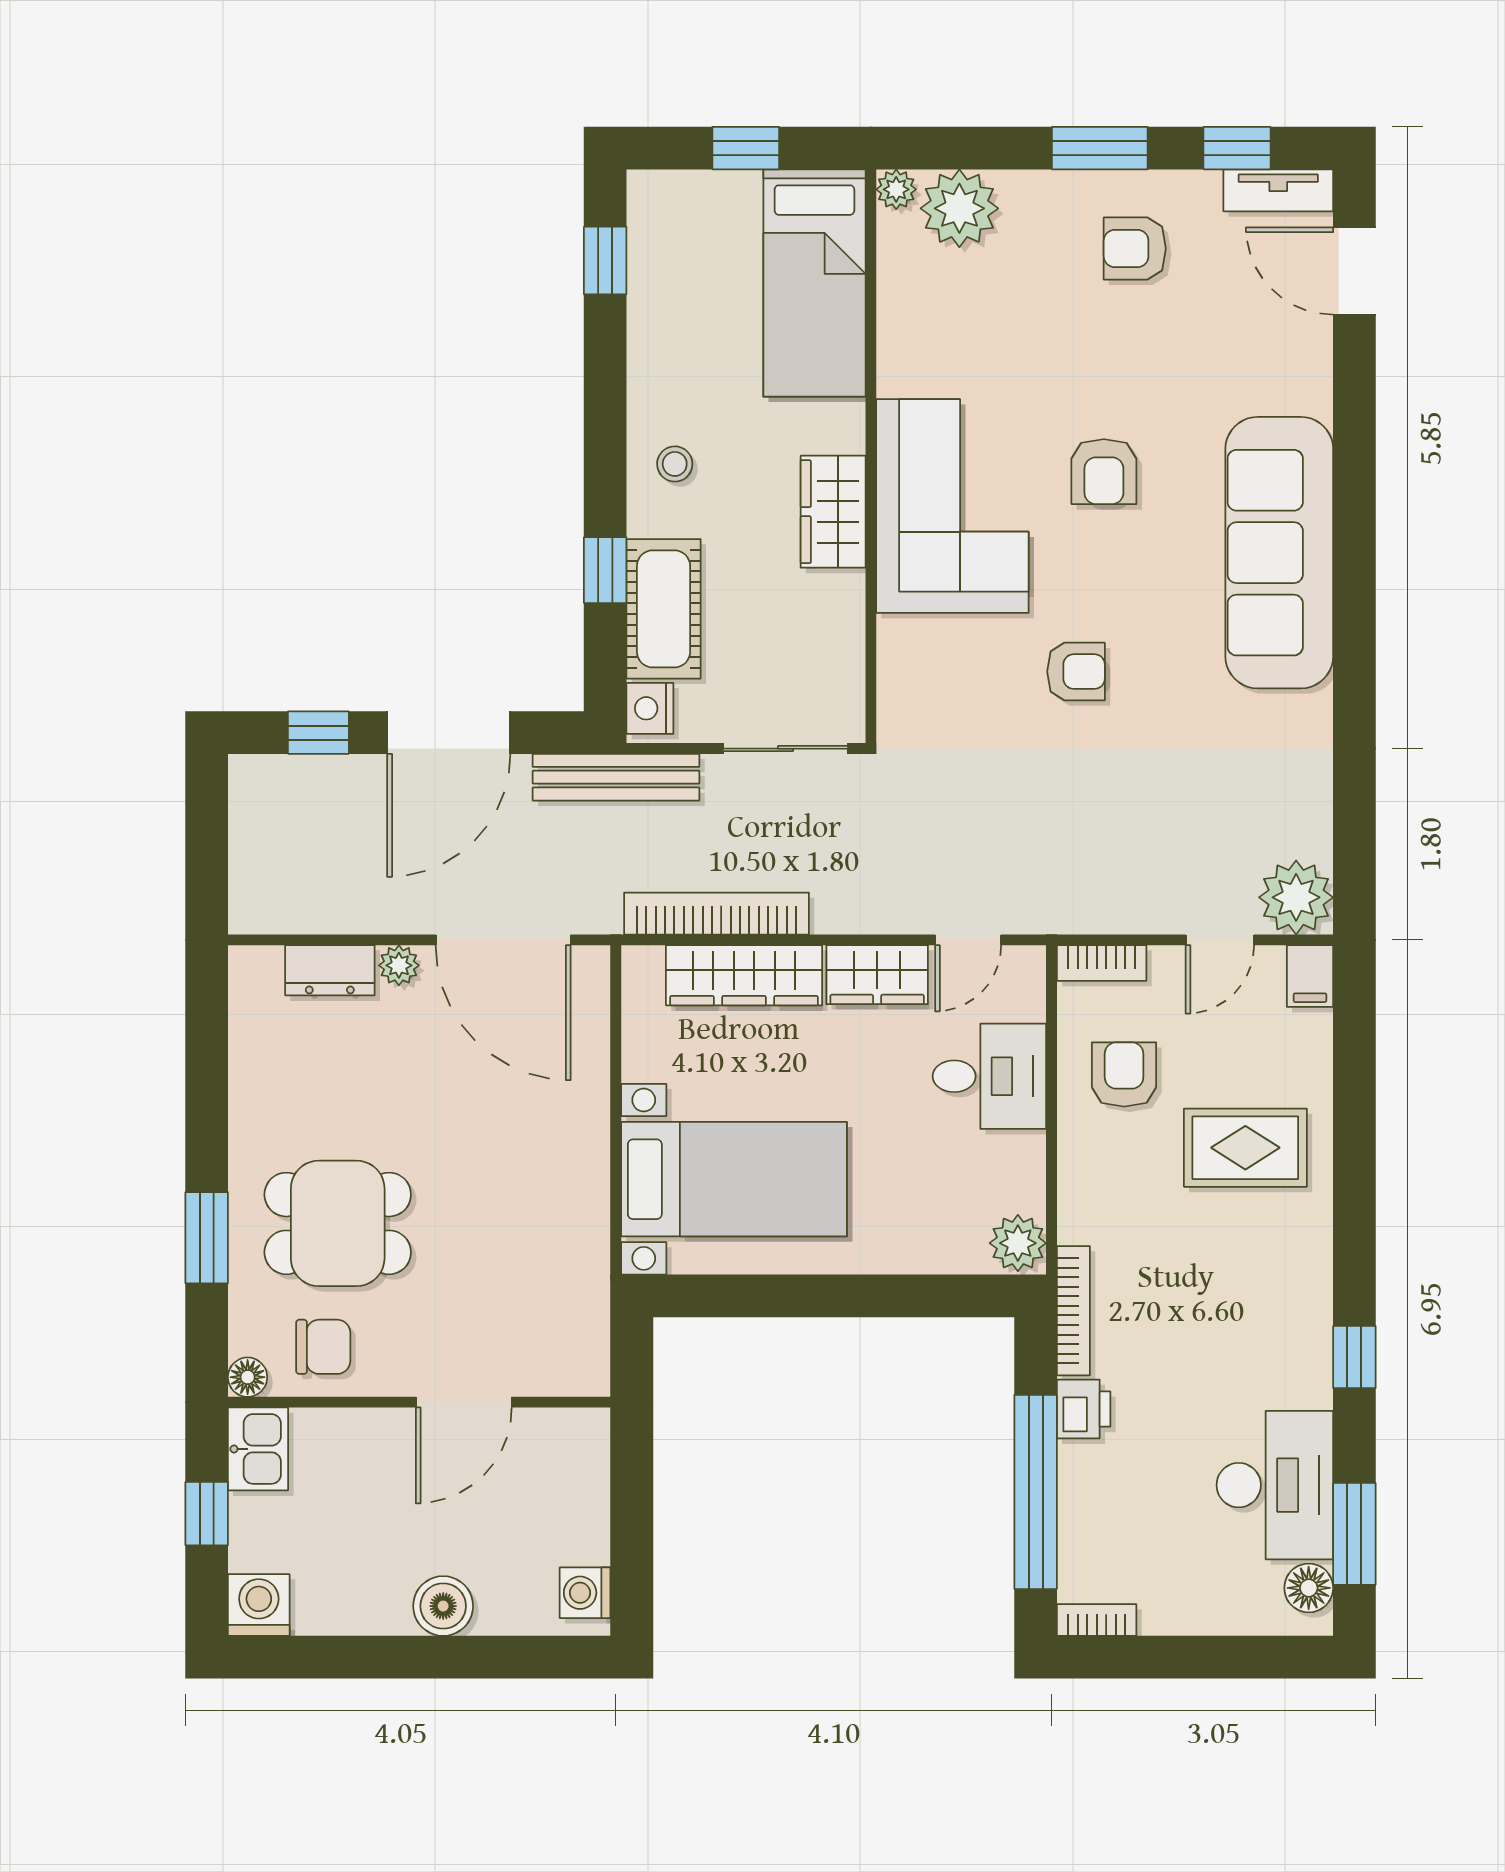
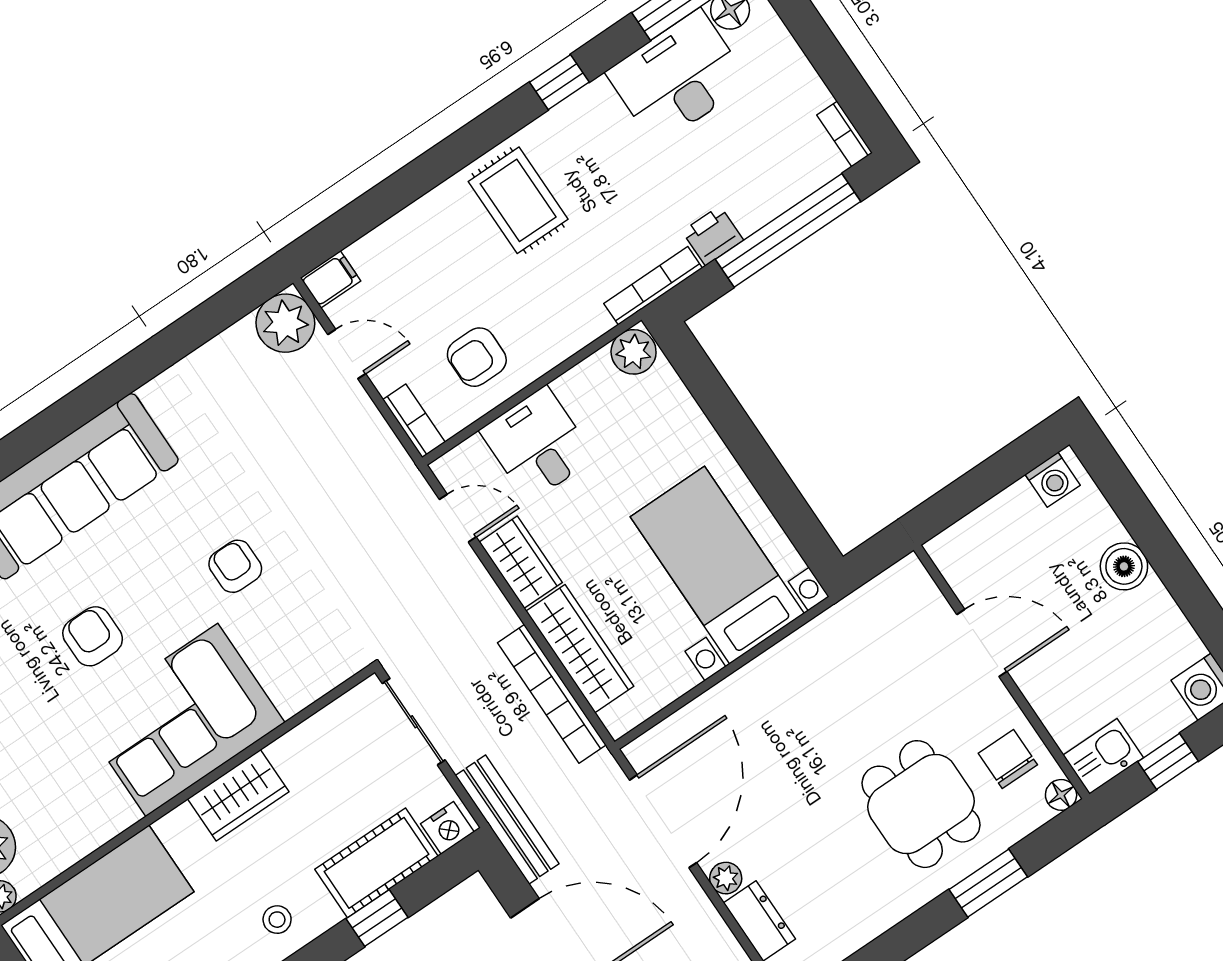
armchair: (1104, 472) -> (93, 636), turned -90
rug: (1245, 1148) -> (518, 200), moved

